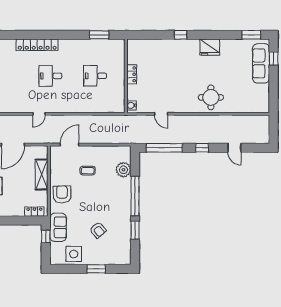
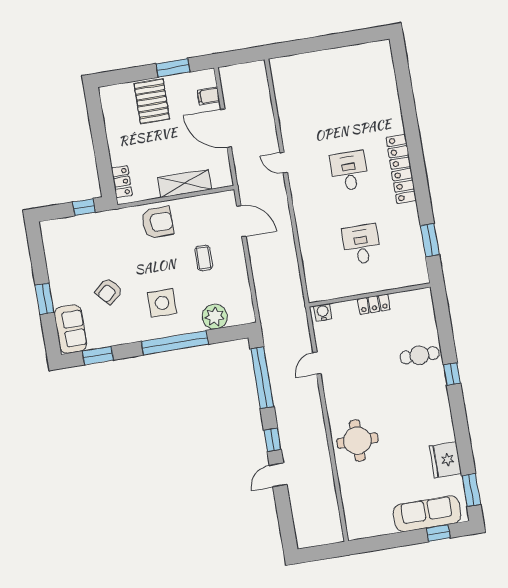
locker: (37, 45) -> (401, 169), moved
fridge: (210, 47) -> (445, 460), moved
cafe table: (166, 52) -> (419, 355), added
door: (234, 148) -> (278, 475), moved
sofa: (58, 227) -> (70, 329), moved, turned -90
window: (135, 230) -> (98, 356), moved
side table: (74, 254) -> (162, 303), moved

